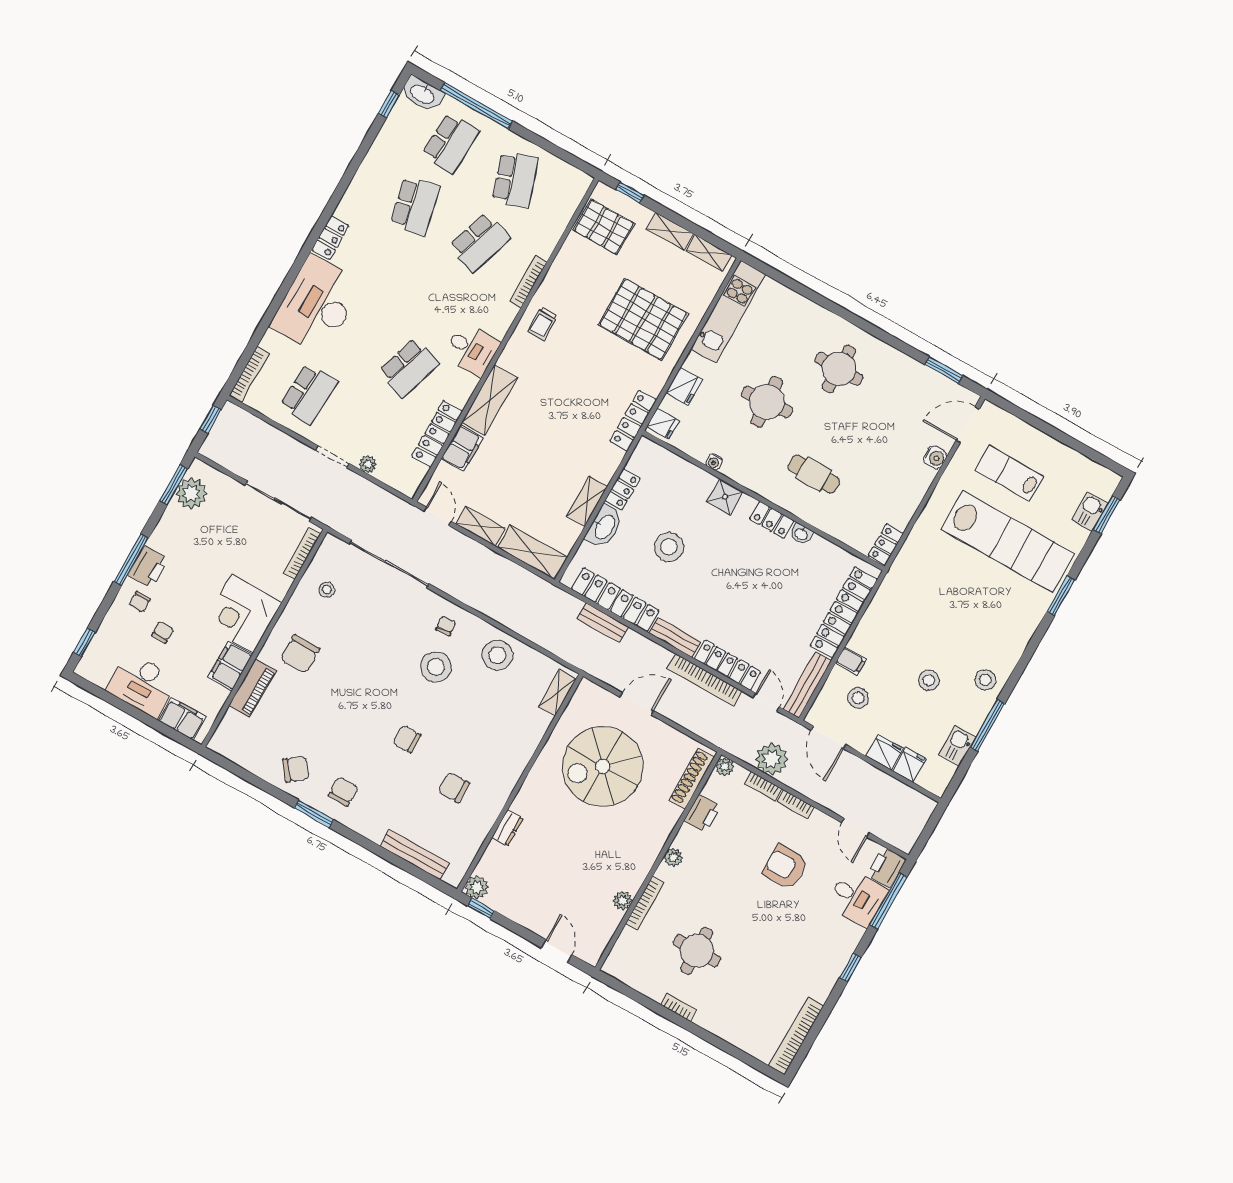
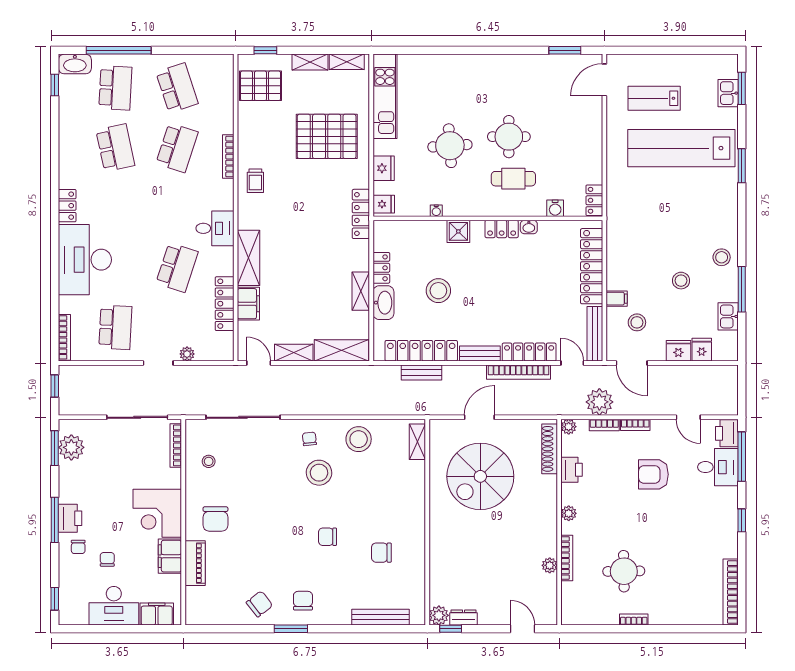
round table: (839, 369) -> (509, 137), moved
water cooler: (935, 457) -> (555, 208), moved, turned 90
lab bench: (1008, 542) -> (681, 148), turned 180
dresser: (508, 828) -> (464, 618), moved, turned -90

